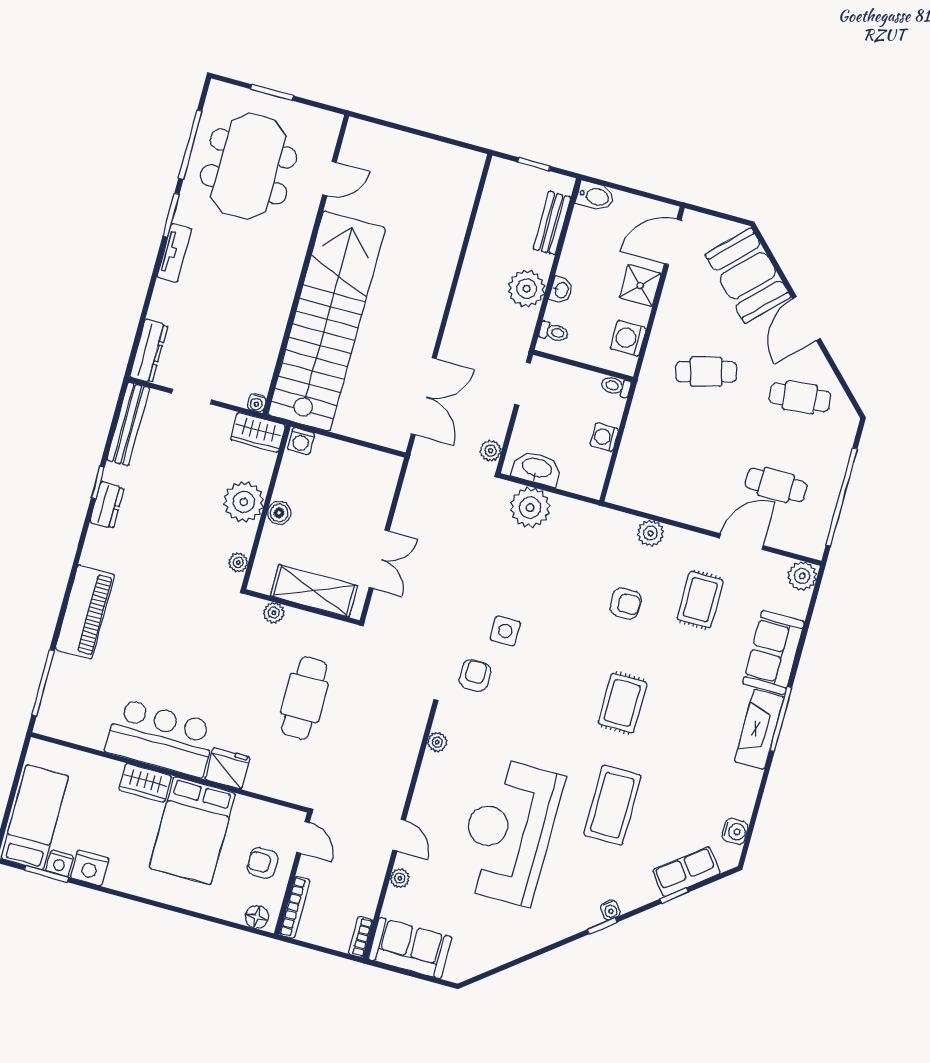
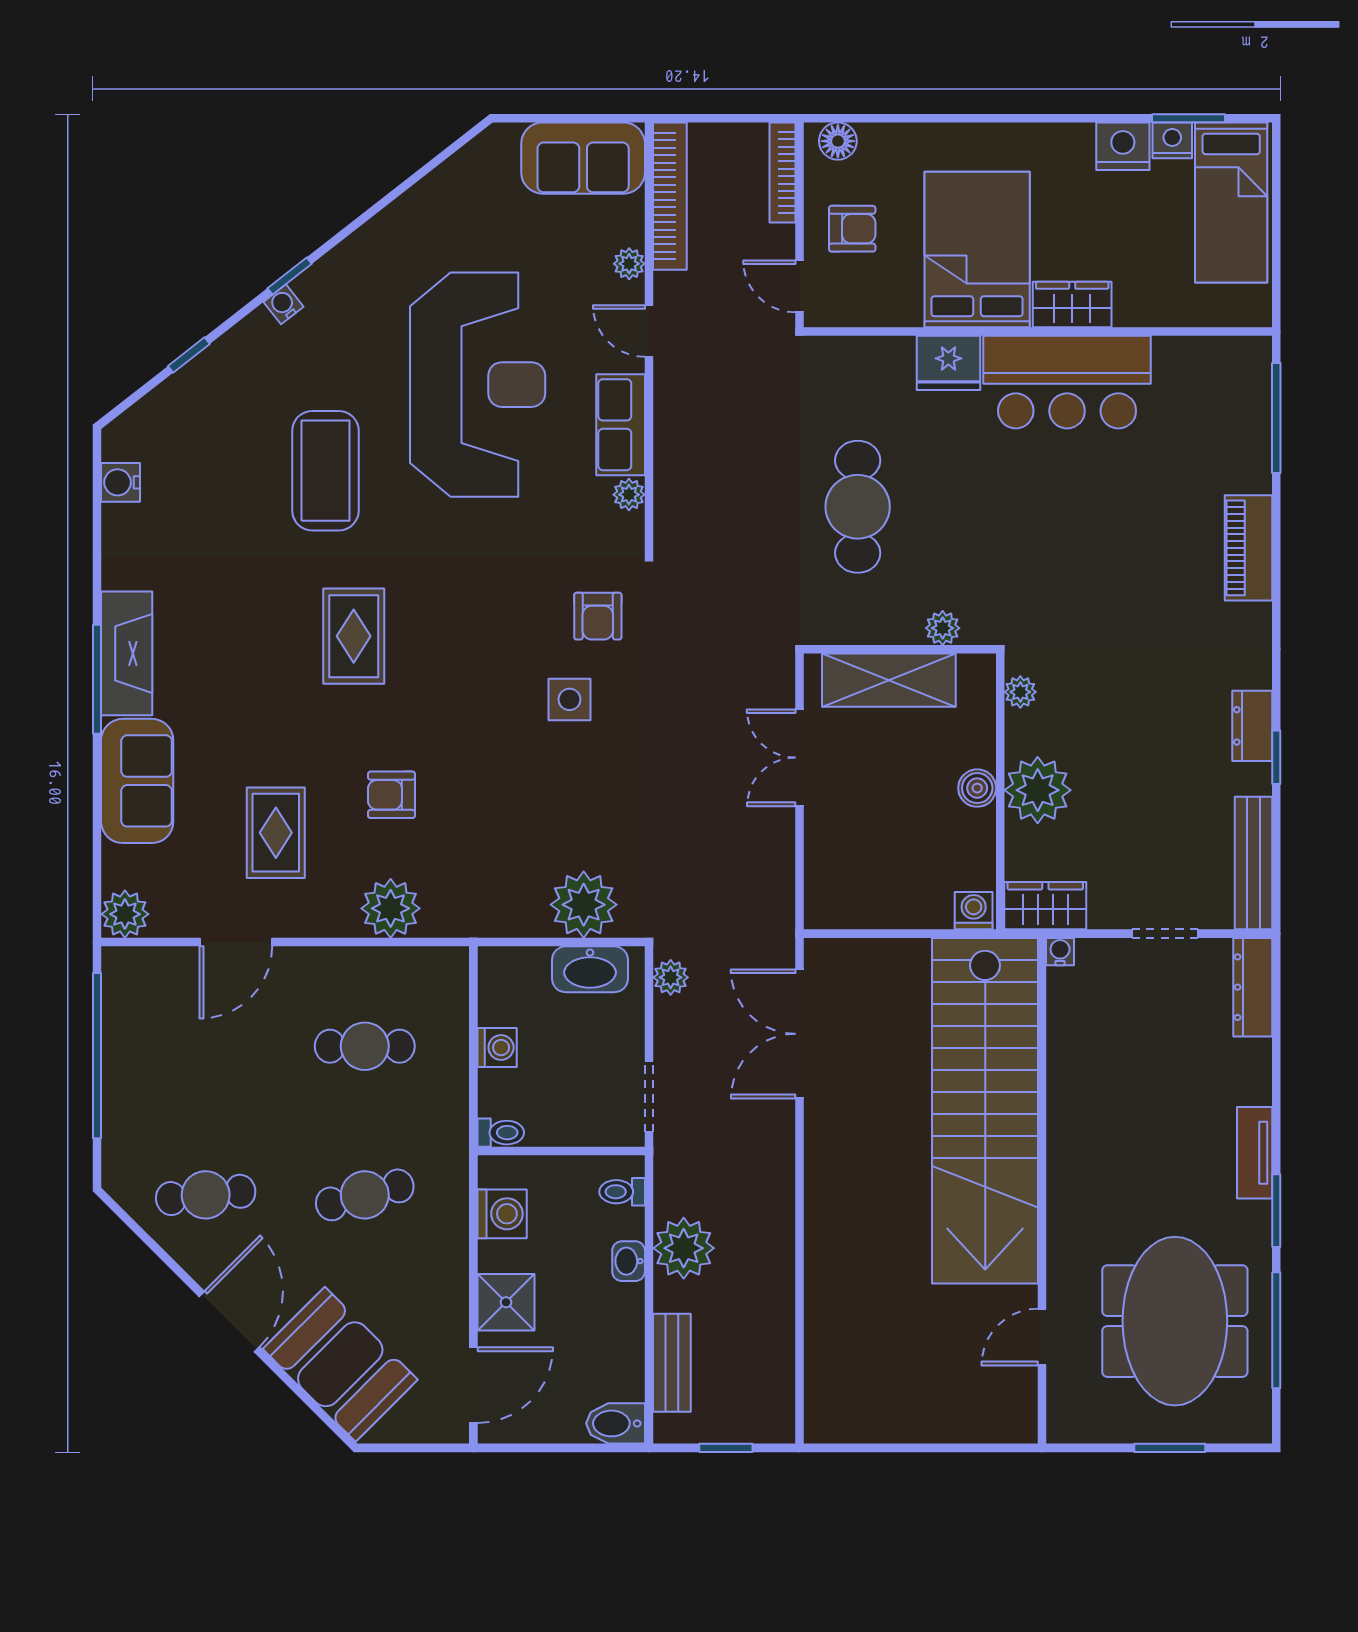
cafe table: (776, 485) -> (365, 1046), moved
plant: (651, 533) -> (391, 908), width x1.36, depth x1.36
piano: (85, 612) -> (1248, 548), width x0.73, depth x0.75
row of seats: (686, 872) -> (621, 425), moved, turned 128
bookcase: (360, 937) -> (670, 196), width x2.31, depth x1.31

